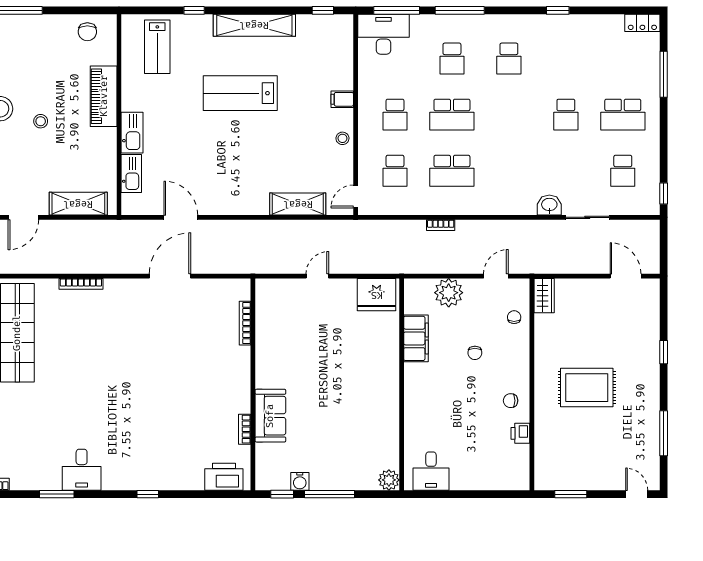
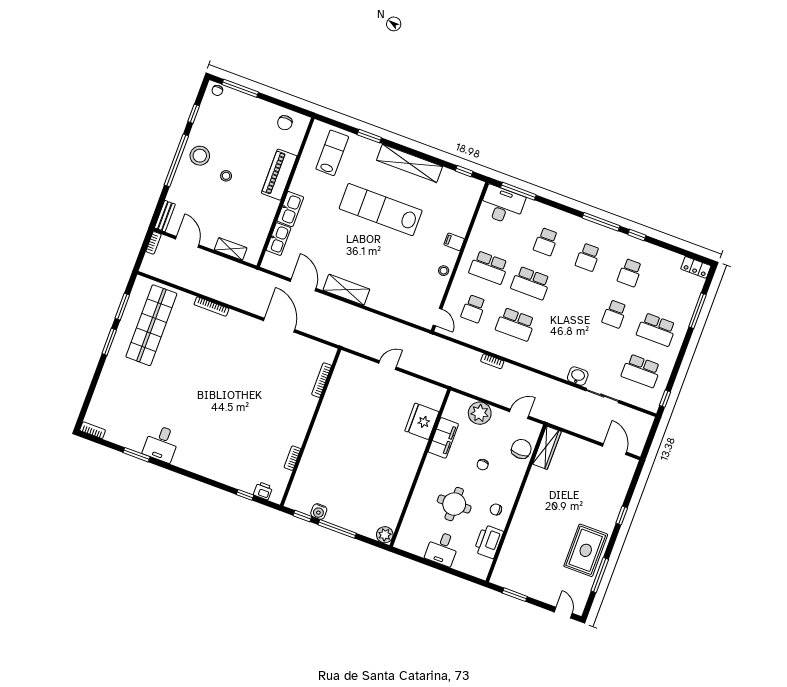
window: (194, 10) -> (369, 136), width x1.50
window: (460, 10) -> (601, 222), moved
lab bench: (157, 47) -> (332, 153), turned 180
school desk: (566, 59) -> (630, 273), added
lab bench: (240, 93) -> (381, 210), width x1.36
school desk: (395, 115) -> (489, 267), width x1.85
school desk: (623, 171) -> (641, 371), width x1.85
door: (356, 196) -> (437, 317), swing flipped
shelving: (78, 204) -> (231, 249), width x0.67, depth x0.75
shelving: (298, 204) -> (346, 290), moved
door: (23, 217) -> (187, 242), swing flipped
door: (170, 276) -> (279, 325), hinge flipped
fridge: (377, 295) -> (422, 421), moved, turned 90
wardrobe: (544, 296) -> (547, 448), width x1.50
chair: (514, 317) -> (521, 449), width x1.87, depth x1.87
rug: (587, 388) -> (586, 550), moved, turned 90
round table: (458, 413) -> (454, 504), added
sofa: (270, 416) -> (315, 455), removed
printer: (520, 433) -> (489, 542), width x1.87, depth x1.48
desk: (431, 471) -> (442, 549), moved
printer: (224, 477) -> (263, 491), width x0.53, depth x0.68
window: (148, 494) -> (245, 495), moved

